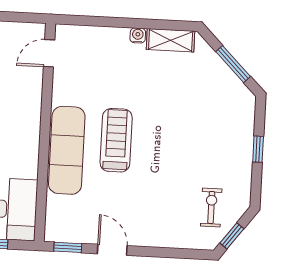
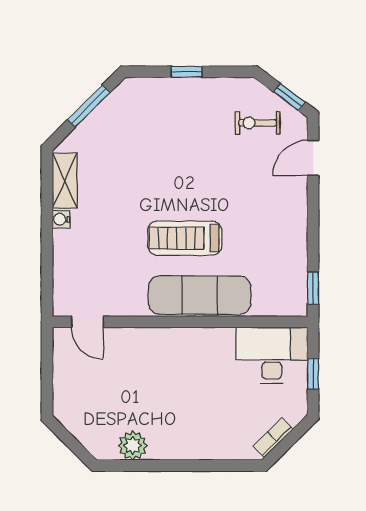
door: (112, 250) -> (313, 158), moved

